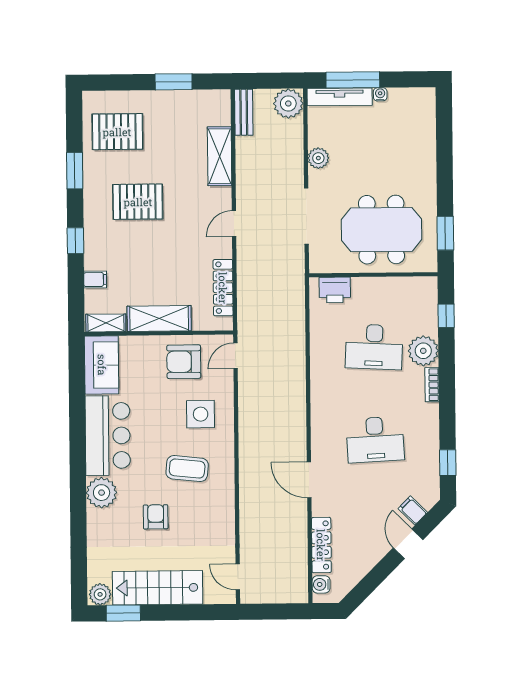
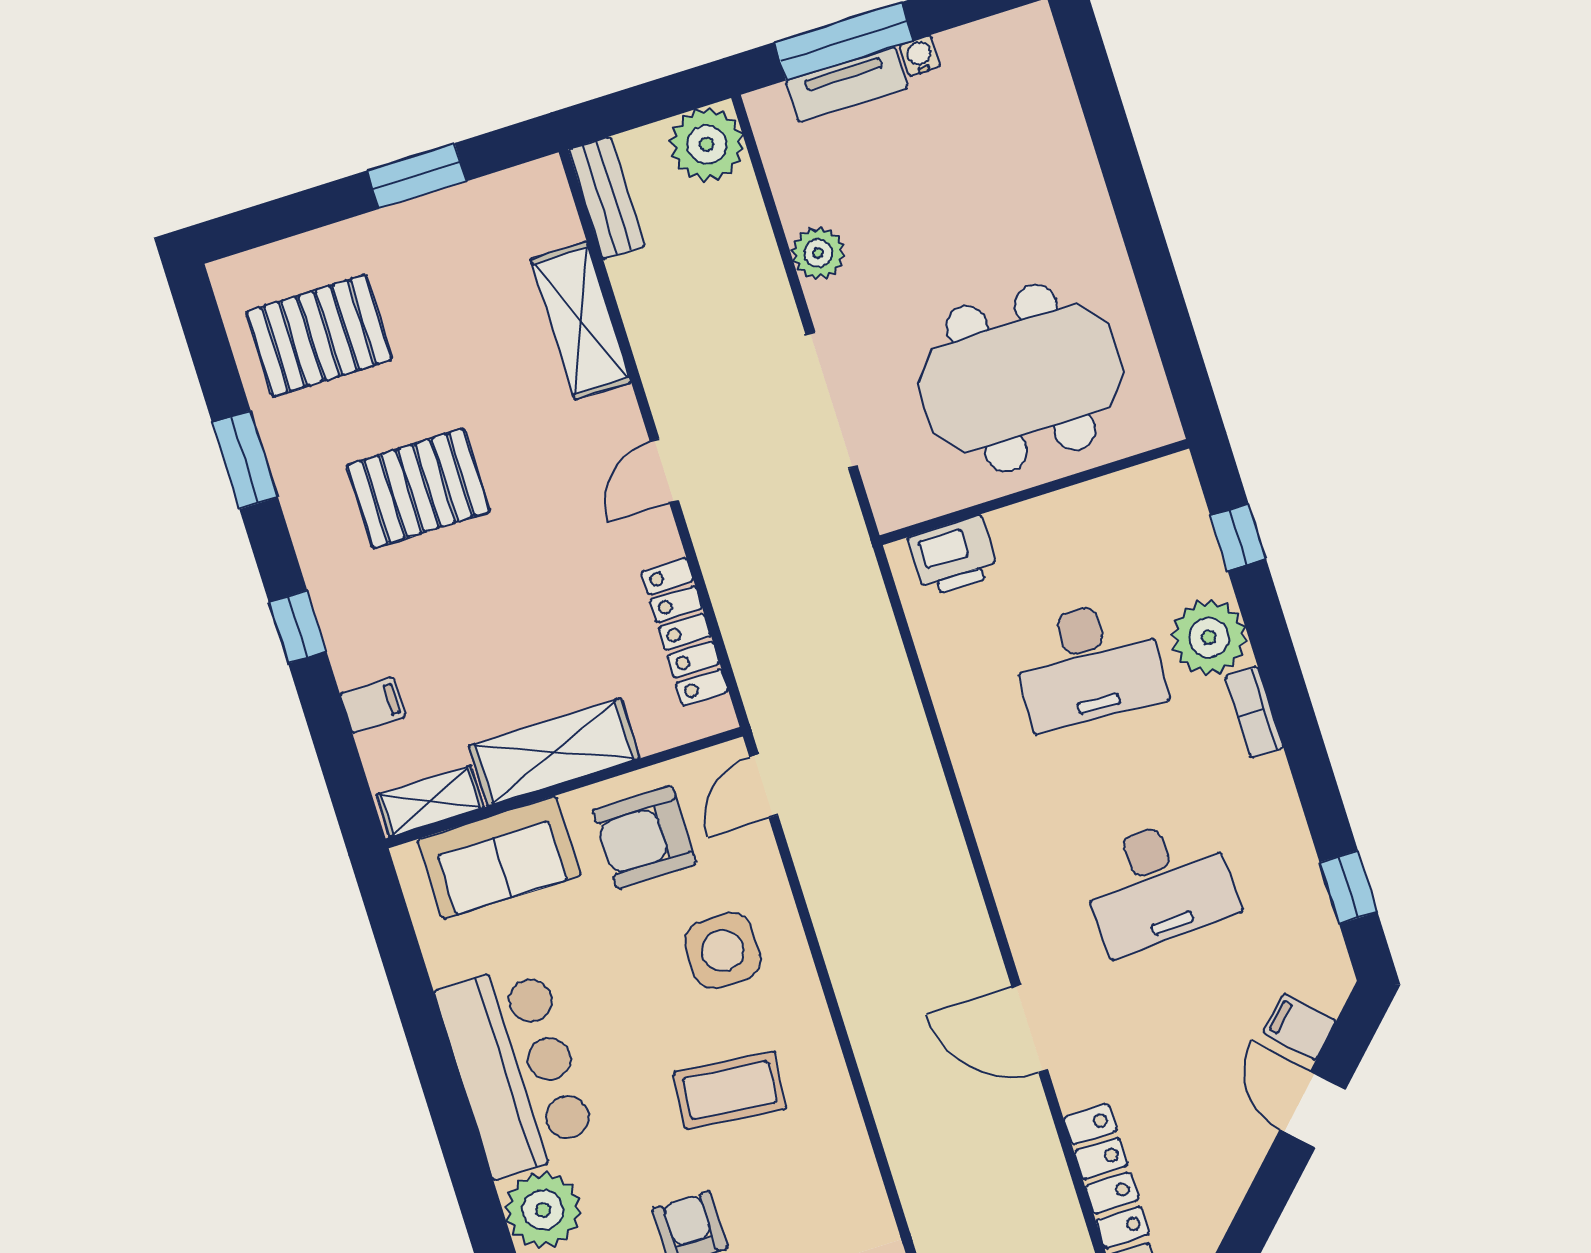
tv unit: (340, 97) -> (847, 84), width x0.71
window: (445, 233) -> (1176, 340), removed
sofa: (102, 365) -> (499, 857), moved, turned 90

